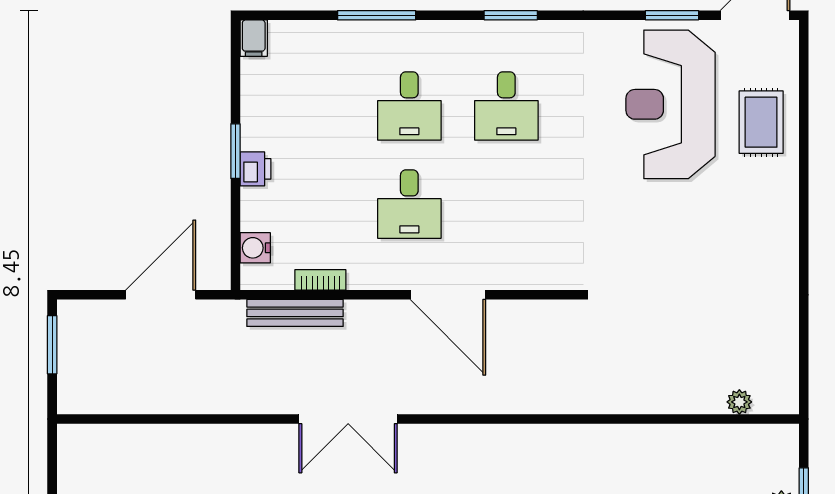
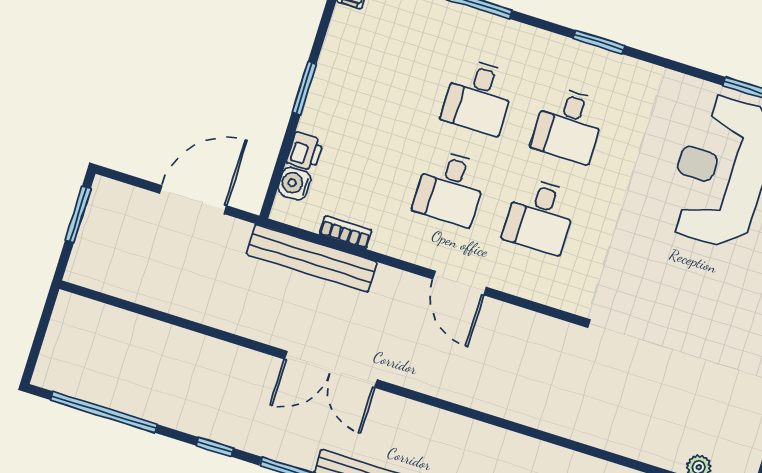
printer: (255, 169) -> (305, 152), moved
desk: (506, 204) -> (540, 216), added
door: (448, 295) -> (459, 283), width x0.73
bench: (295, 313) -> (312, 258), width x1.37, depth x1.21

